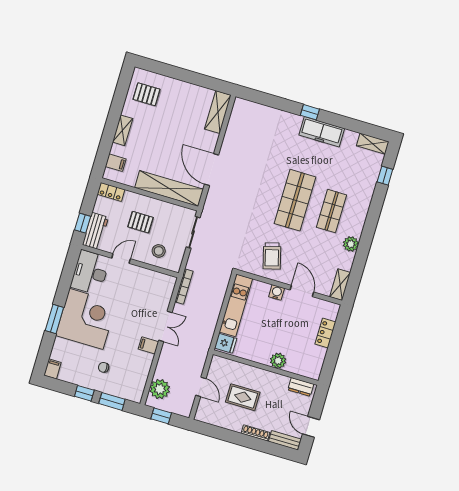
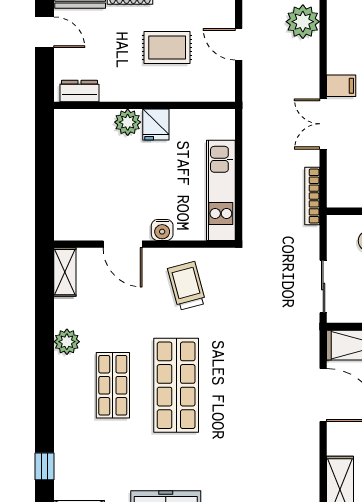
locker: (325, 333) -> (65, 188), removed
fridge: (226, 343) -> (156, 125), moved, turned -90

